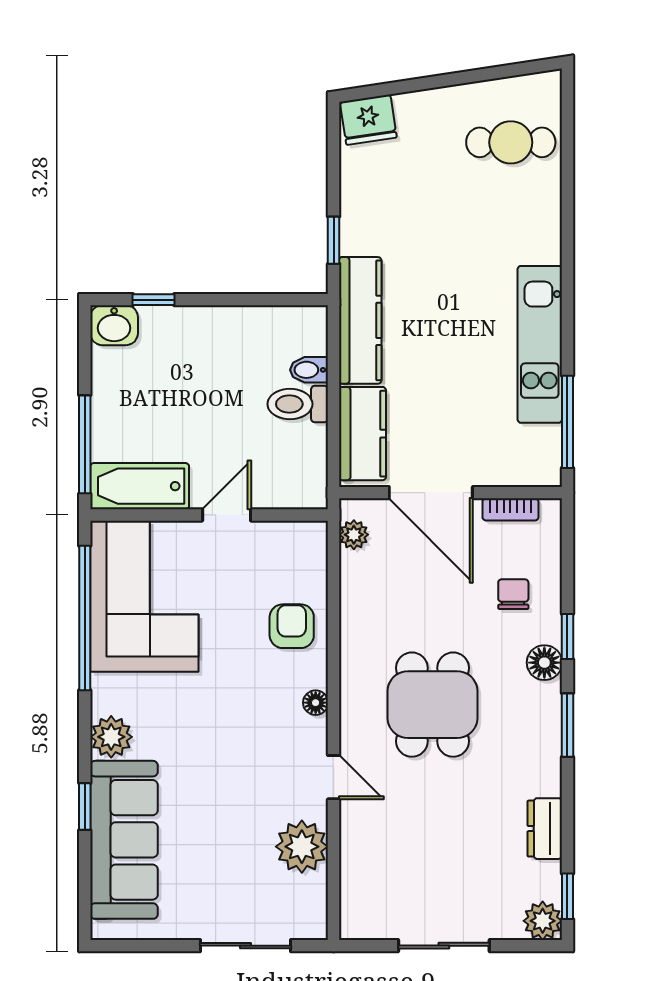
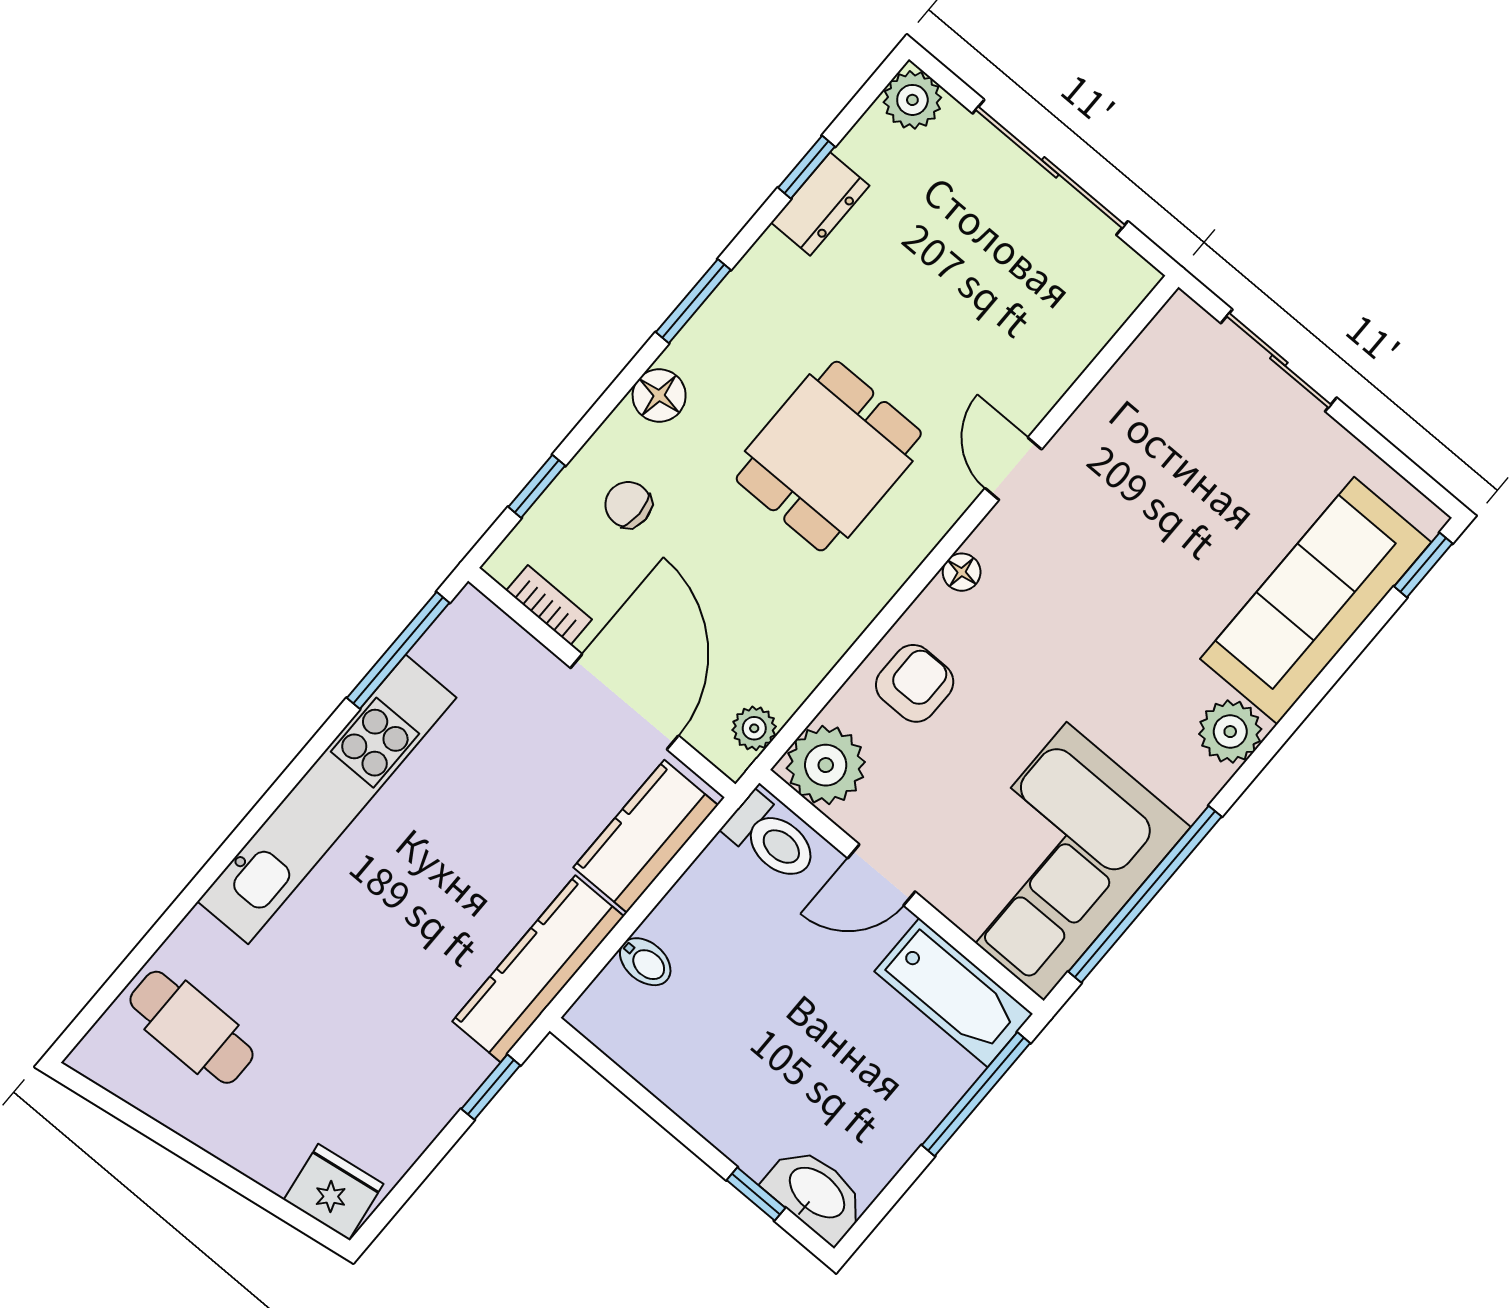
washbasin: (114, 325) -> (816, 1194), width x1.38
kitchen unit: (540, 344) -> (327, 799), width x1.36
toilet: (298, 404) -> (772, 838), moved
chair: (513, 594) -> (628, 505), turned 90
armchair: (292, 626) -> (915, 683), turned 180
window: (567, 637) -> (537, 486), moved
window: (85, 807) -> (1423, 565), moved
plant: (302, 847) -> (826, 765), moved
window: (567, 896) -> (807, 167), moved
sliding door: (444, 946) -> (1050, 167), width x1.37

